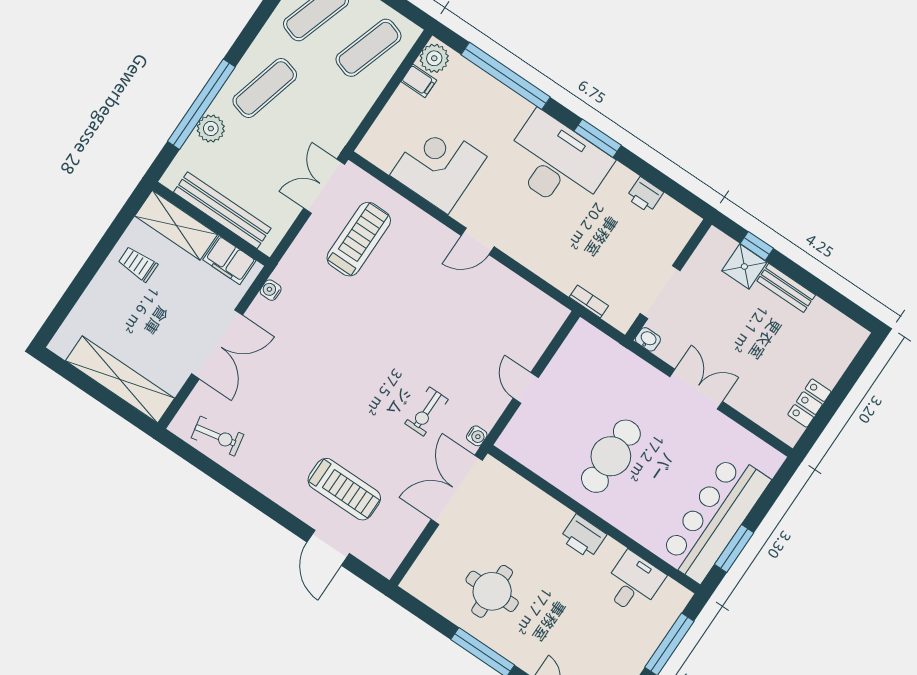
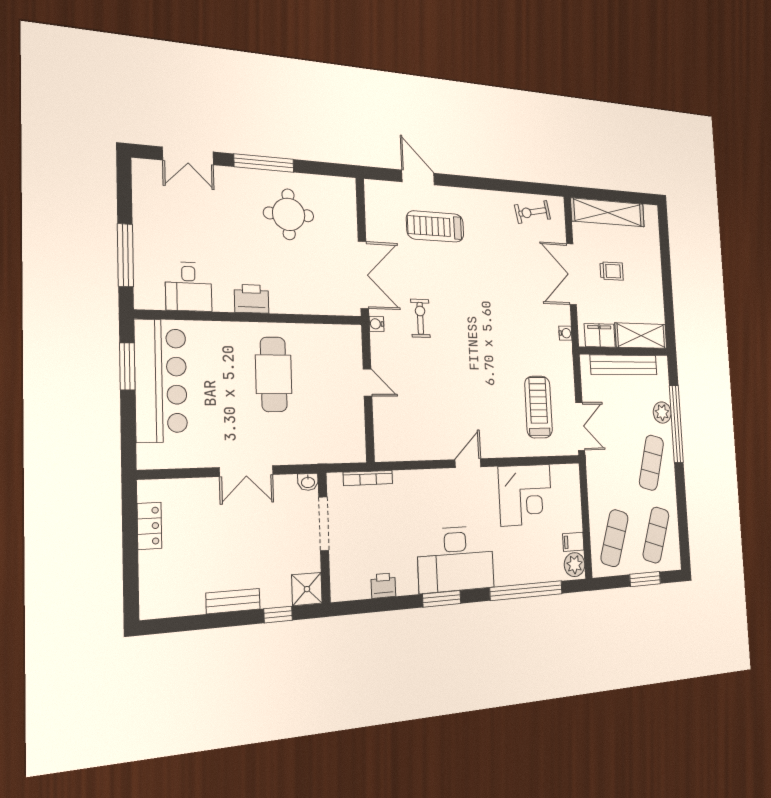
treadmill: (359, 239) -> (538, 407), turned 180
trolley: (138, 264) -> (612, 271), moved
shower: (744, 266) -> (307, 589), moved
bookcase: (589, 301) -> (368, 478), width x1.56

